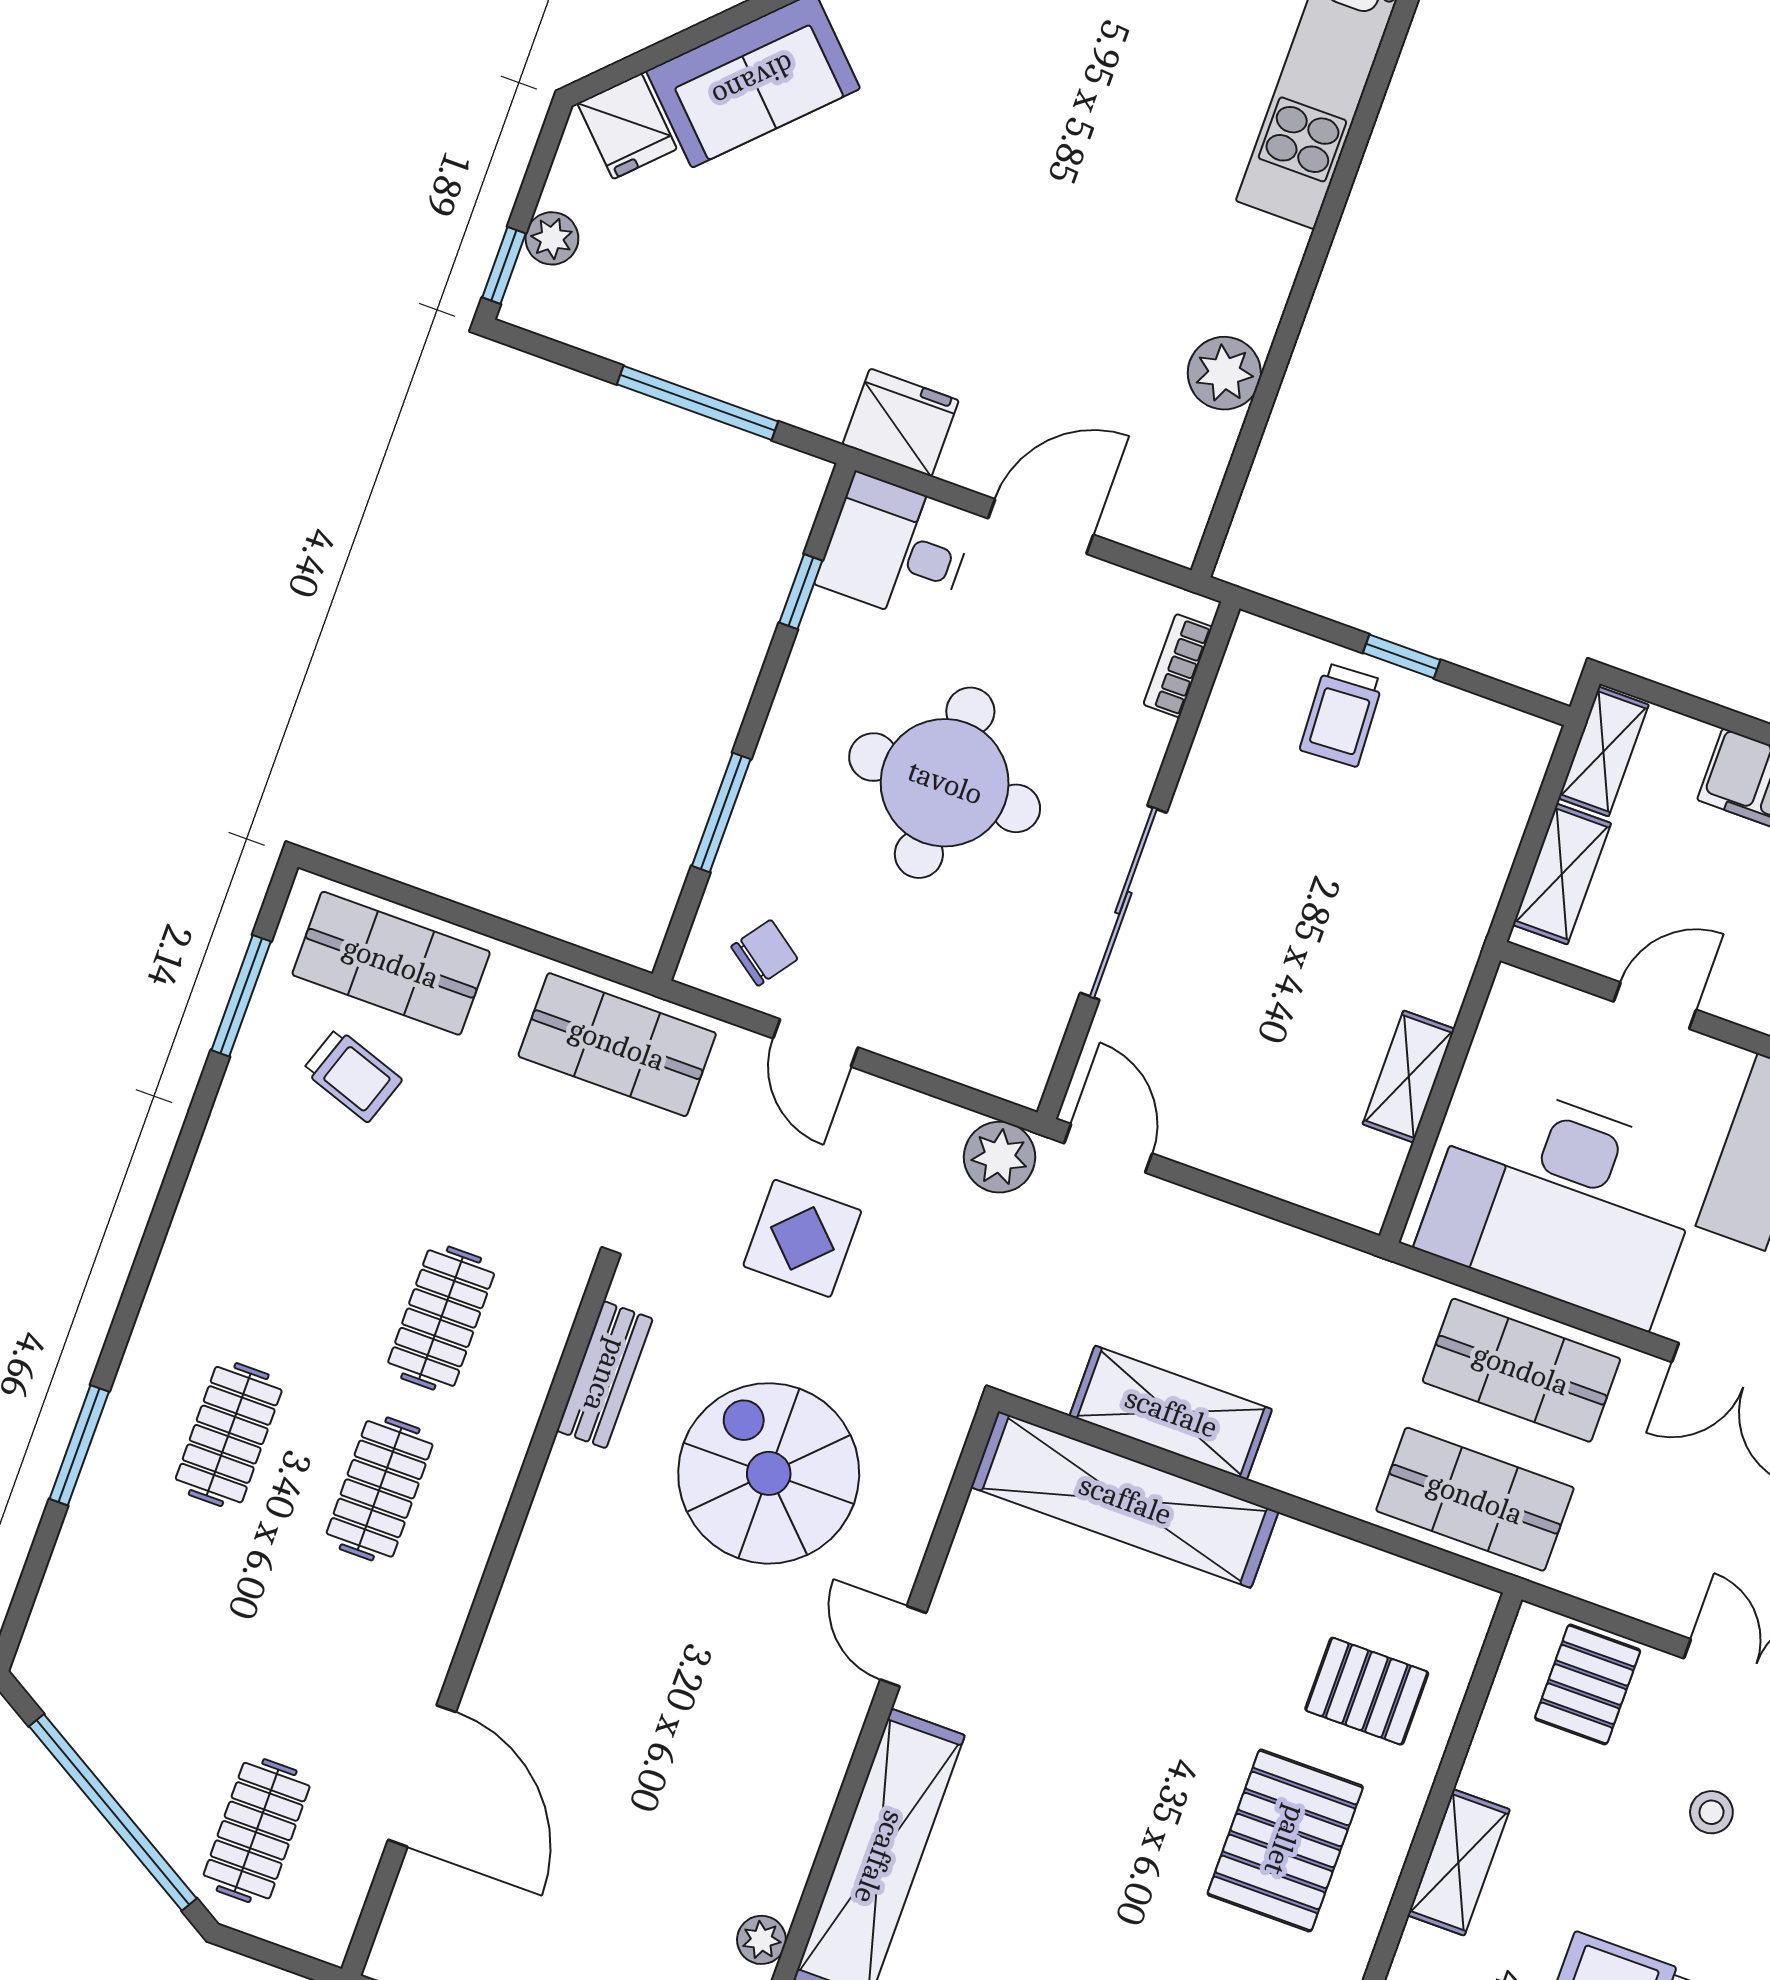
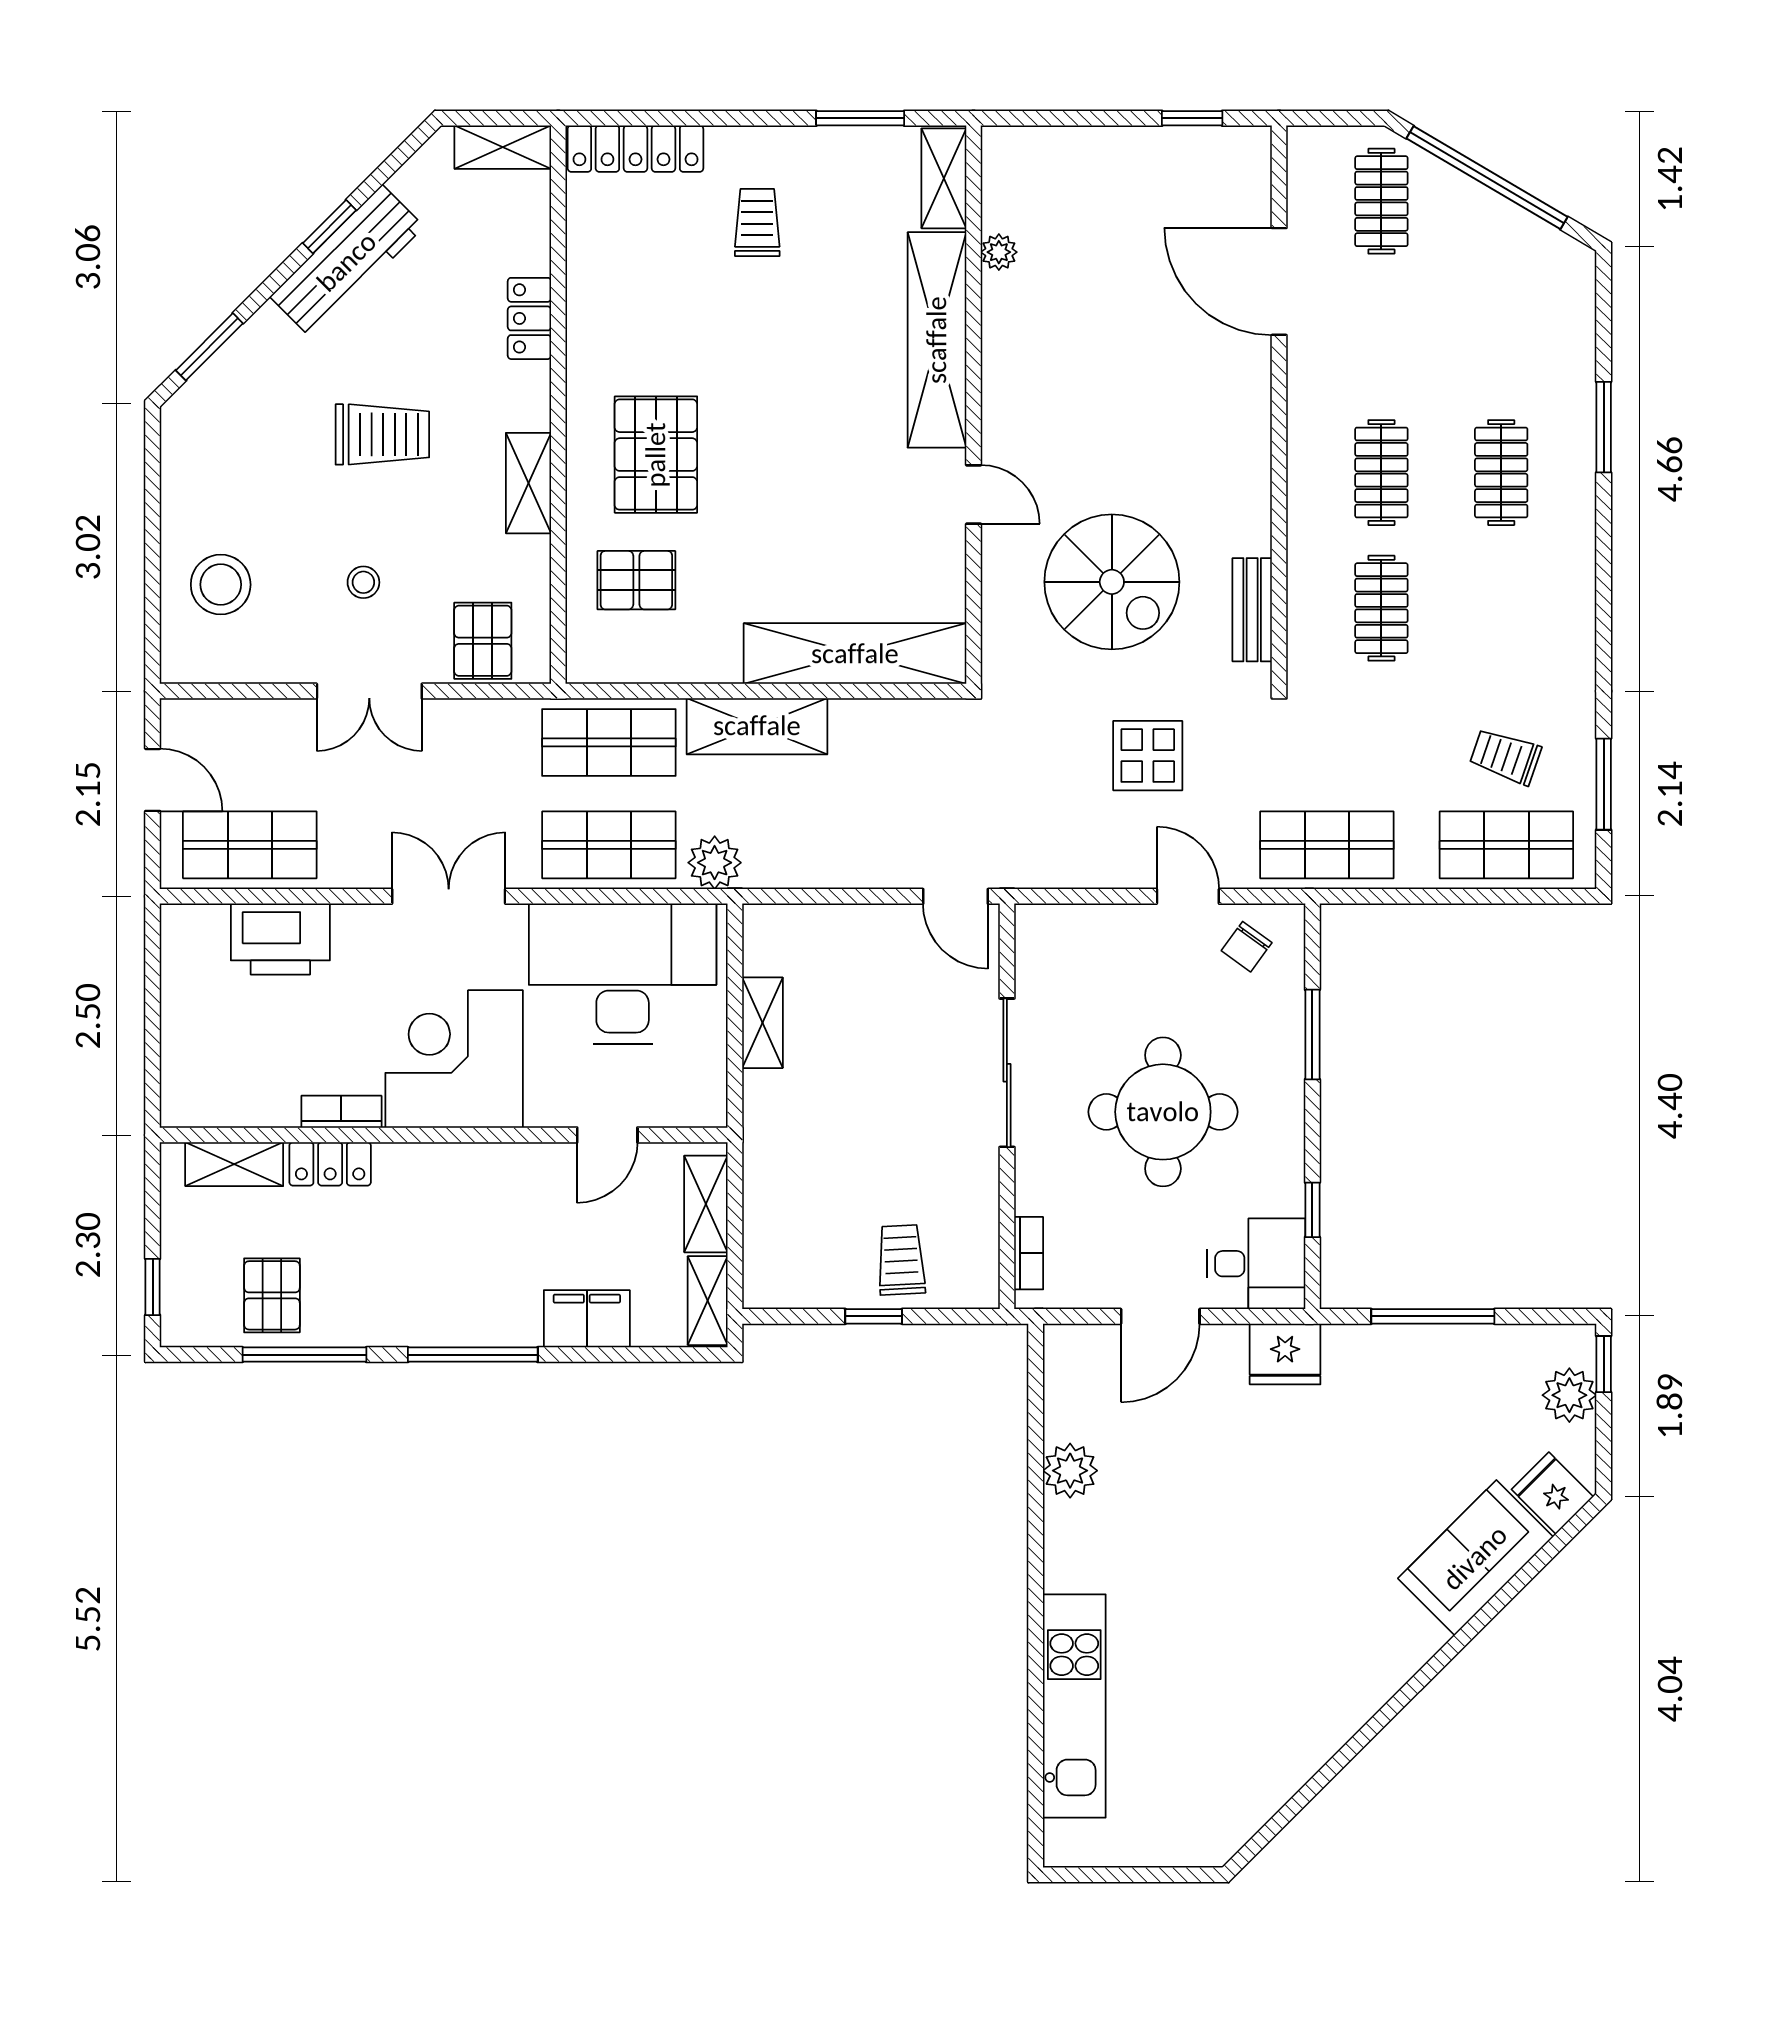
plant: (552, 238) -> (1569, 1395), width x1.38, depth x1.38
plant: (1000, 1157) -> (715, 863), moved
shelving: (1171, 1413) -> (757, 726), moved

